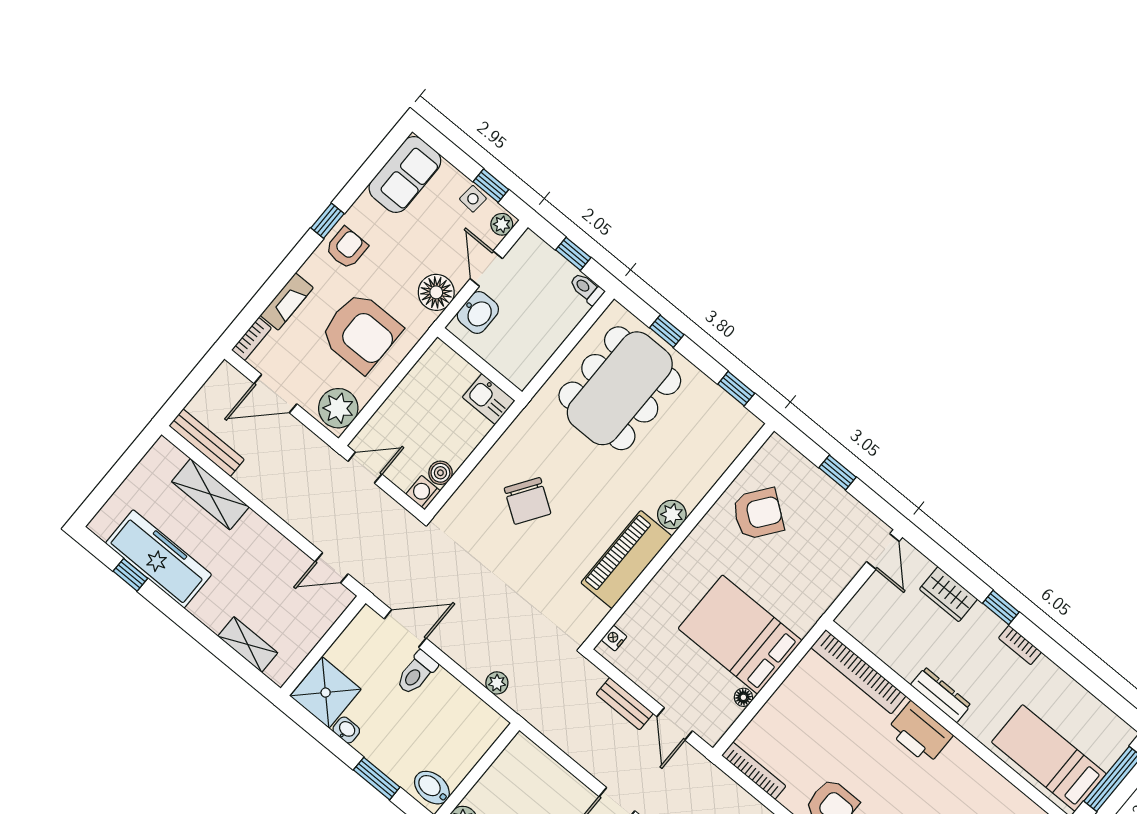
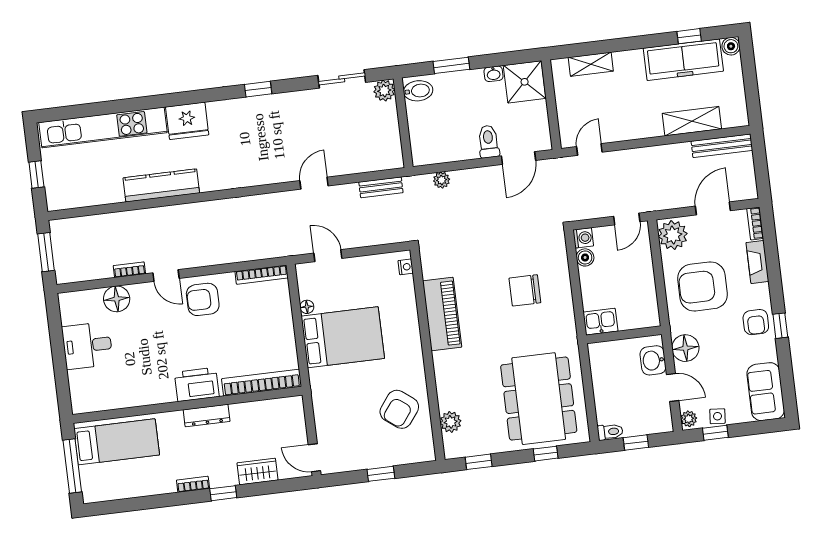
chair: (527, 501) -> (525, 290), turned -34
plant: (672, 515) -> (451, 422), moved
boiler: (102, 525) -> (731, 46), added
bench: (625, 704) -> (381, 187), moved

